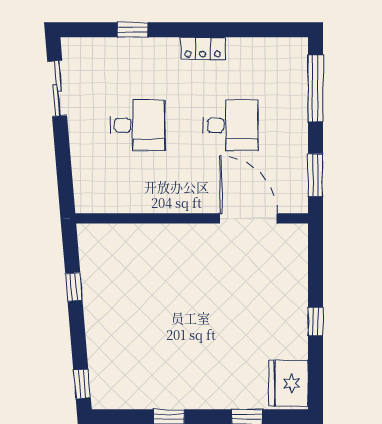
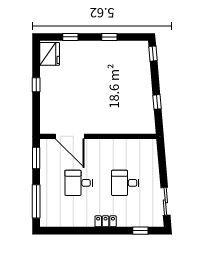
window: (133, 30) -> (140, 231), moved
locker: (203, 48) -> (106, 221), moved

